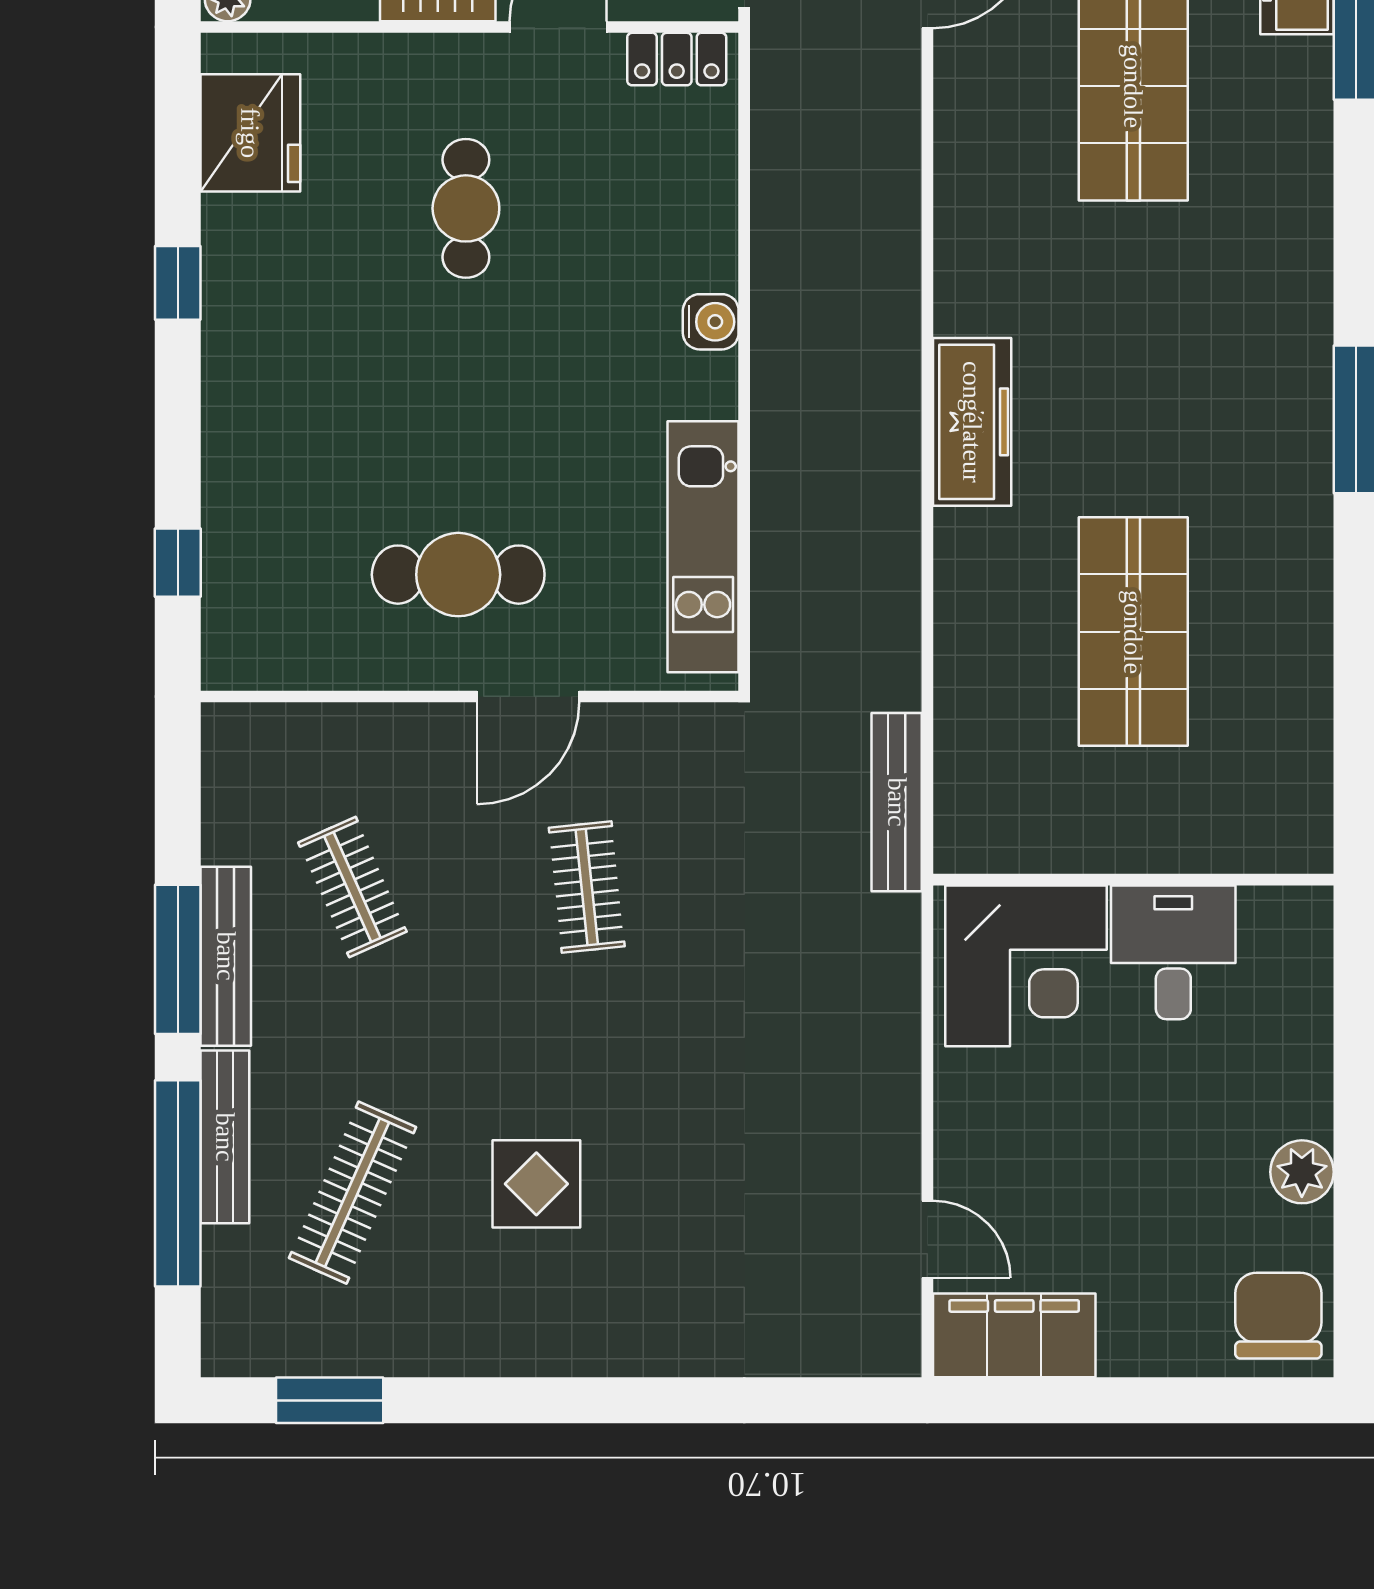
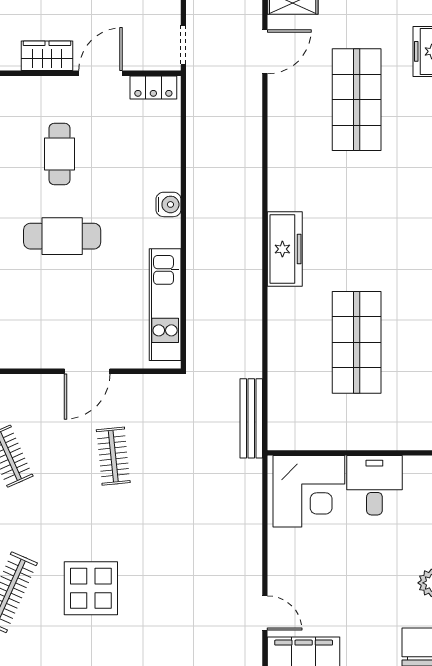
cafe table: (458, 575) -> (62, 236), moved
display table: (536, 1184) -> (91, 588), width x1.36, depth x1.36

